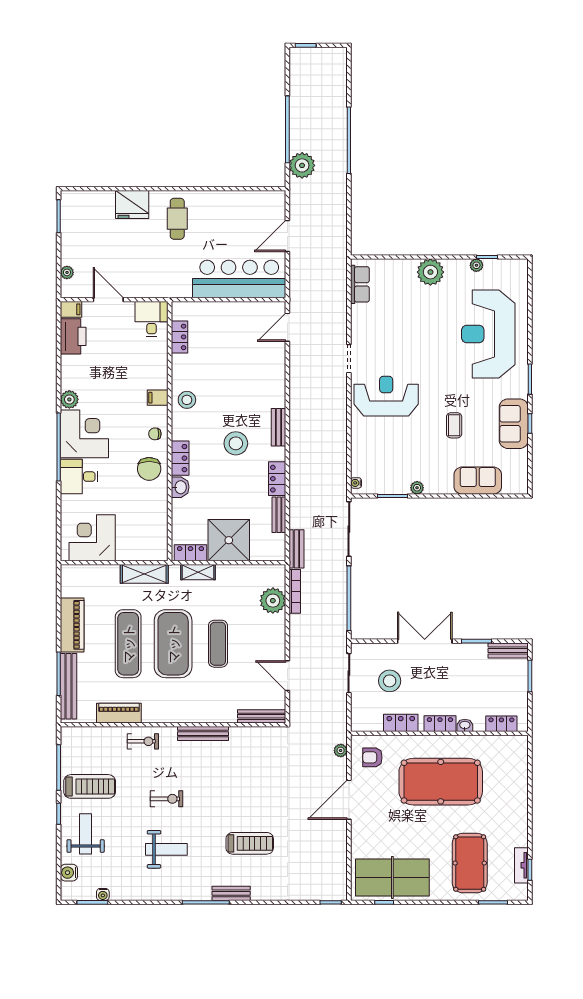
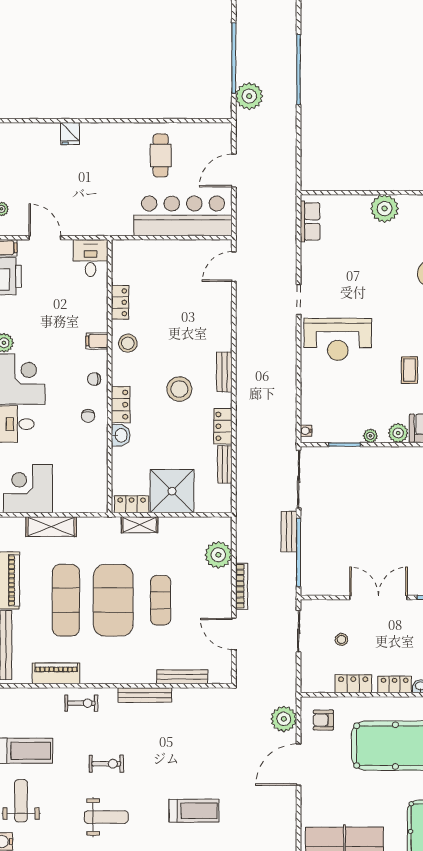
fridge: (132, 204) -> (70, 134), width x0.53, depth x0.75
cafe table: (177, 219) -> (161, 155), moved
locker: (179, 337) -> (120, 302), moved
reception desk: (386, 396) -> (338, 339), turned 180
chair: (149, 469) -> (88, 416), width x0.54, depth x0.54
plant: (443, 485) -> (398, 433), added
bench: (296, 549) -> (289, 532), moved
shelving: (144, 574) -> (51, 527), moved
bookcase: (295, 591) -> (241, 586), moved
stool: (390, 681) -> (341, 639), width x0.53, depth x0.53
bench: (262, 716) -> (182, 677), moved
plant: (341, 750) -> (284, 719), width x1.88, depth x1.88

